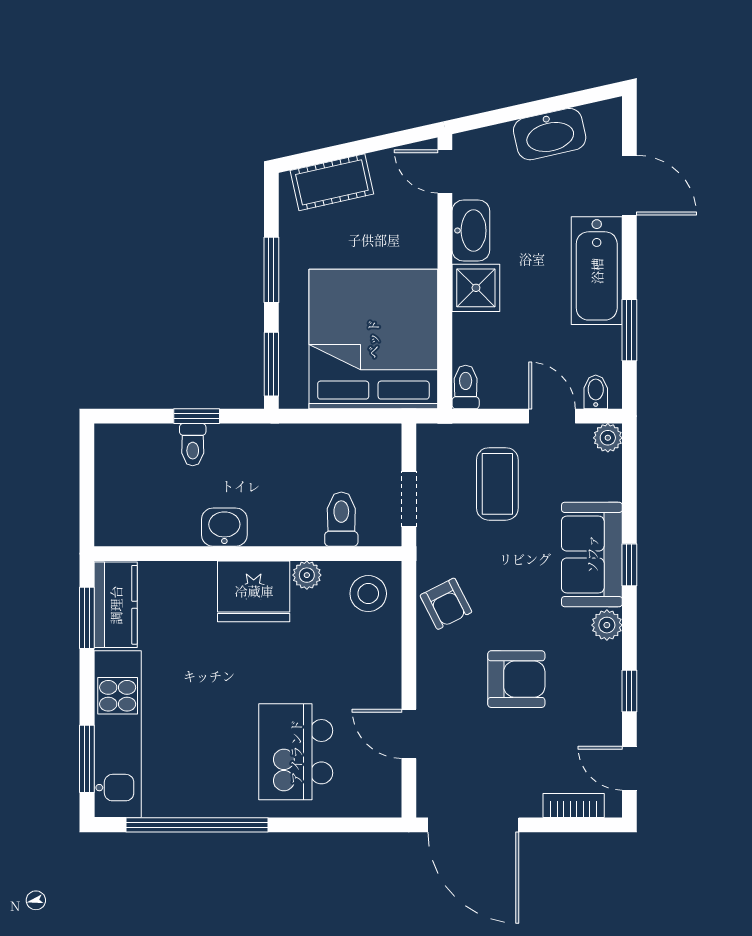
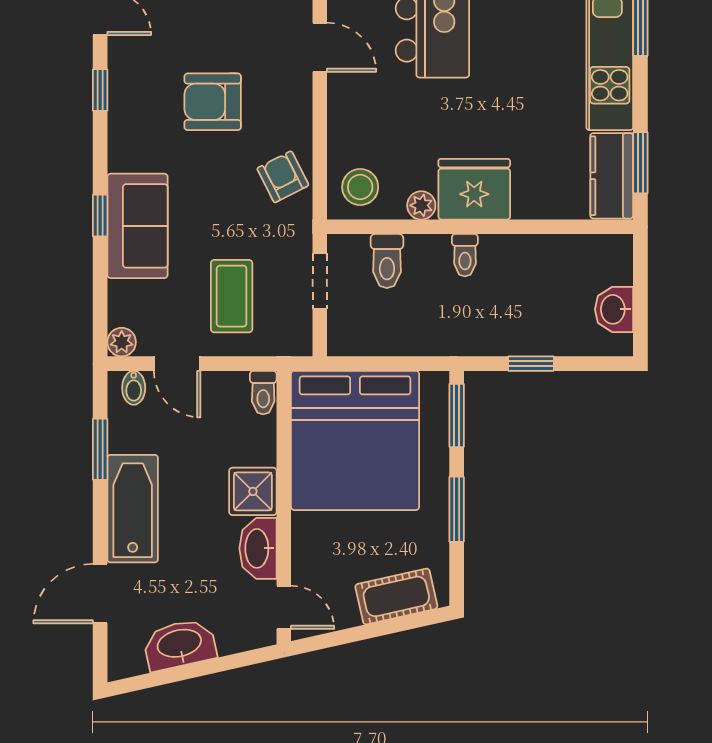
door: (629, 185) -> (100, 594), hinge flipped
toilet: (193, 445) -> (465, 255), moved, turned 180
washbasin: (224, 527) -> (614, 309), moved, turned 90
plant: (607, 625) -> (123, 156), removed

